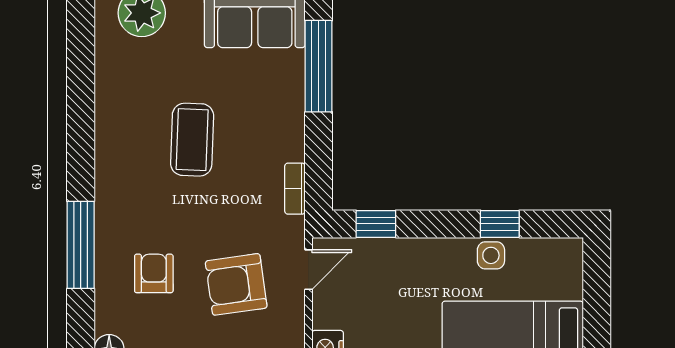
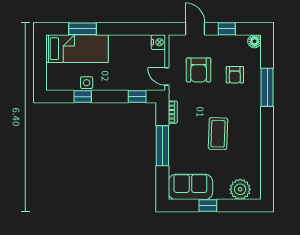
window: (319, 66) -> (162, 146), moved
door: (308, 270) -> (167, 76), hinge flipped
armchair: (236, 284) -> (199, 70), turned 98

